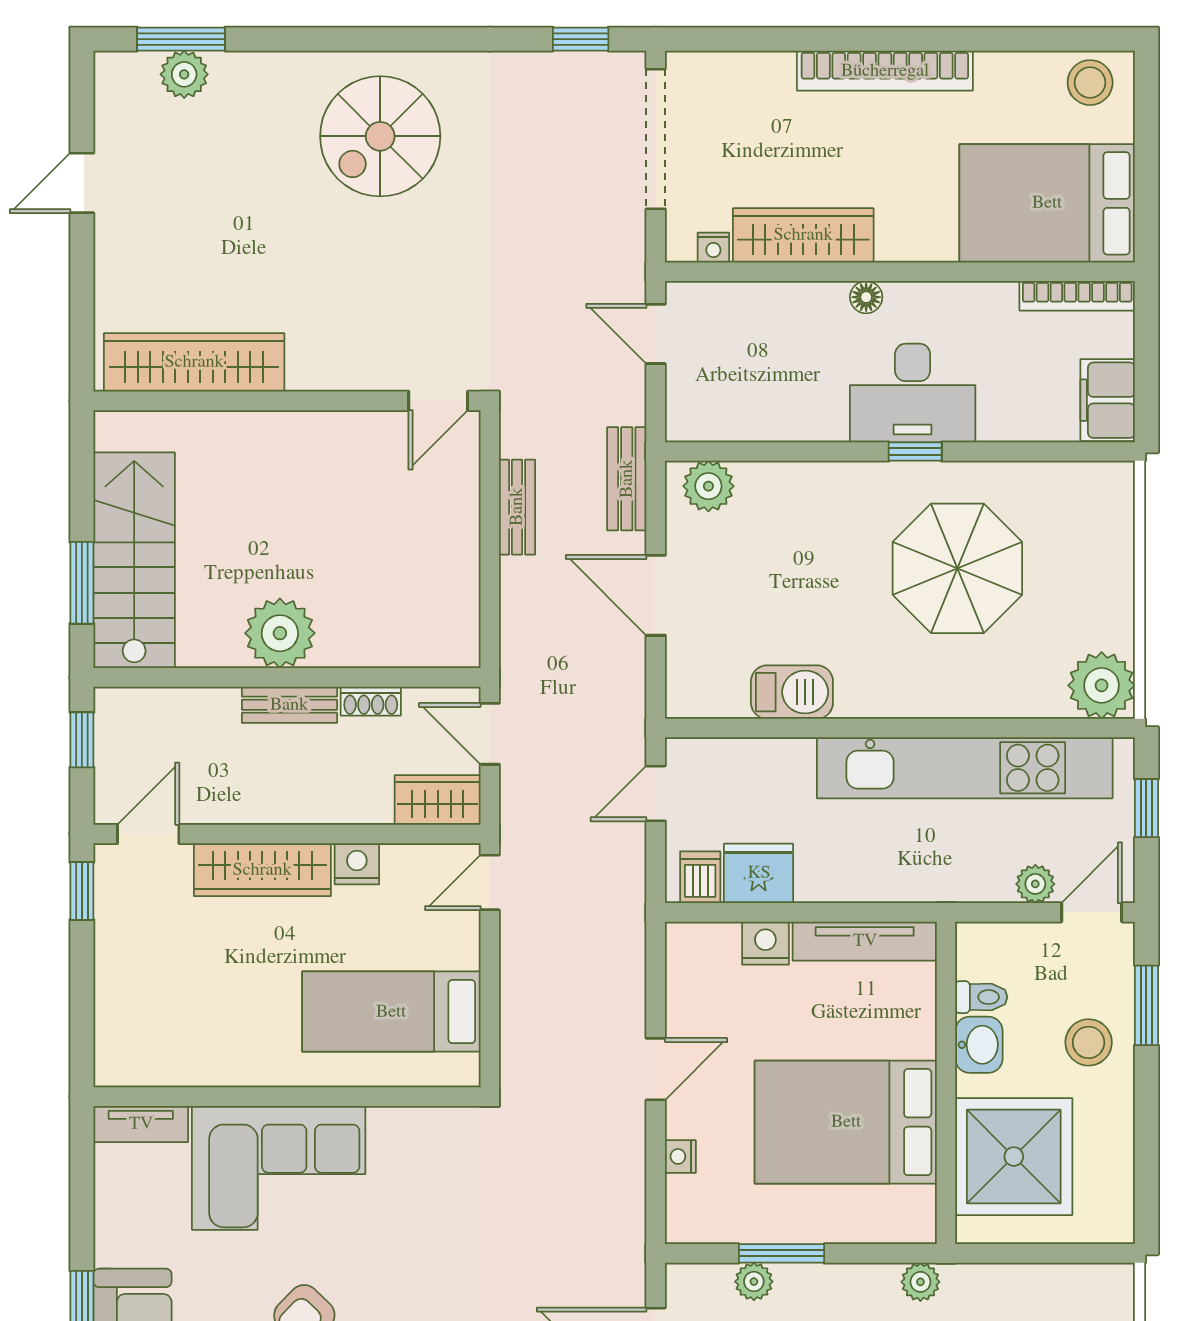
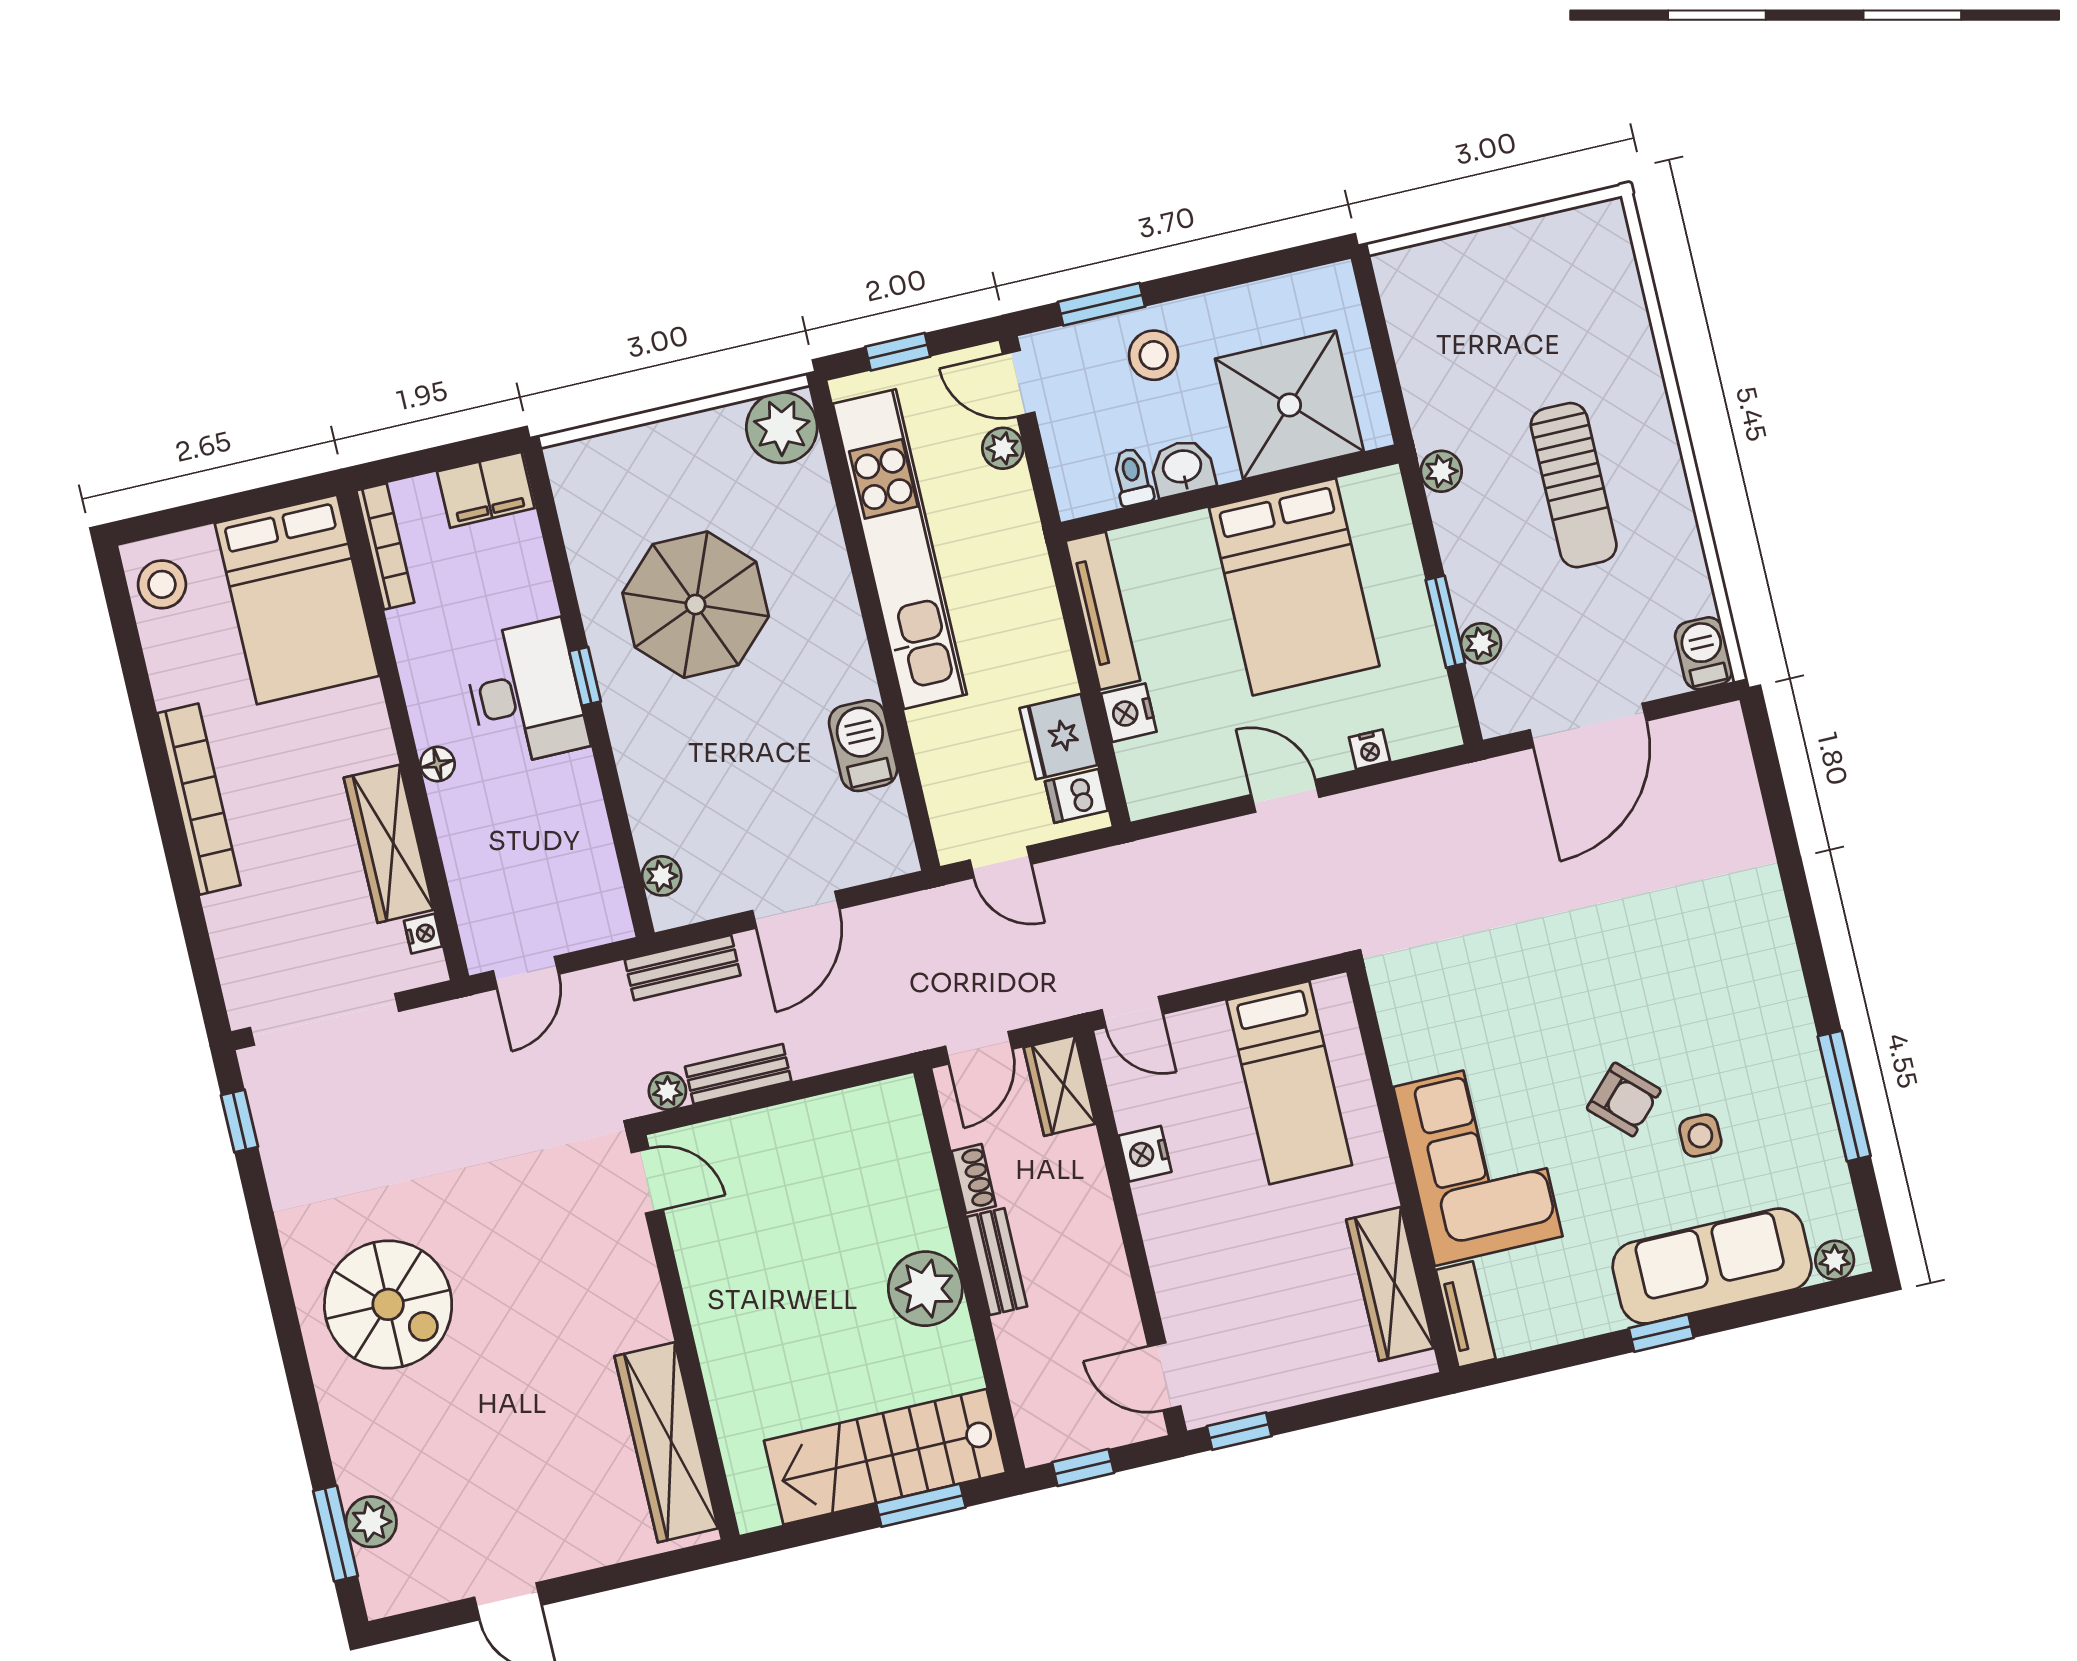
plant: (516, 439) -> (667, 1091), added
plant: (708, 486) -> (662, 876), width x0.73, depth x0.73
wardrobe: (262, 870) -> (1390, 1284), moved, turned 180

